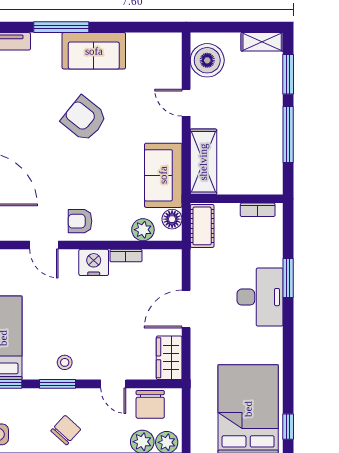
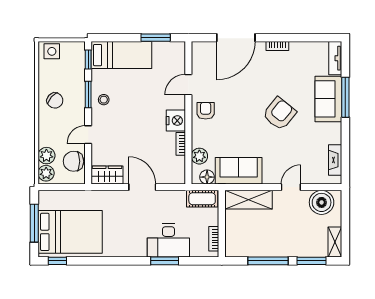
fireplace: (148, 42) -> (335, 160), added
sofa: (94, 51) -> (328, 99), moved
desk: (260, 297) -> (168, 240), moved

